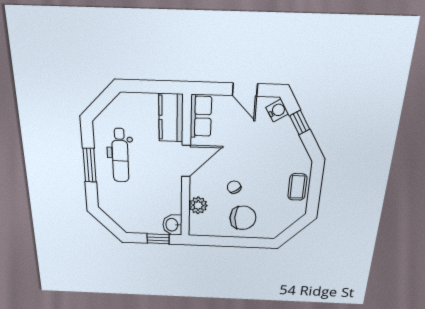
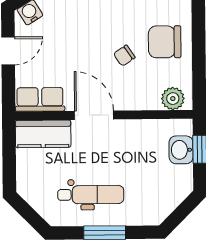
plant: (198, 205) -> (173, 99), moved
chair: (243, 218) -> (165, 42), turned -90
washbasin: (172, 225) -> (181, 150), moved, turned 90

